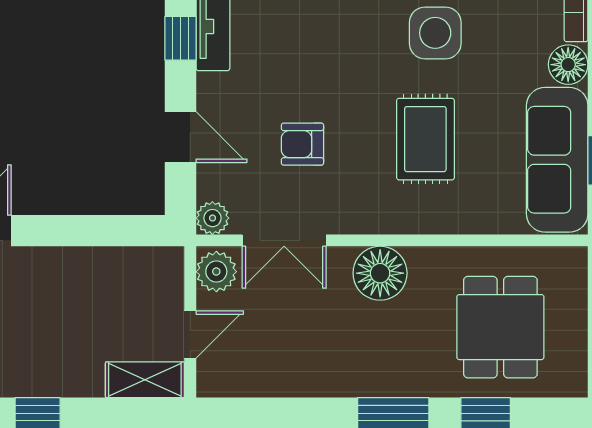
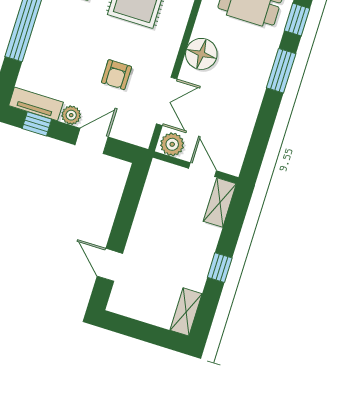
plant: (212, 218) -> (71, 115), moved

